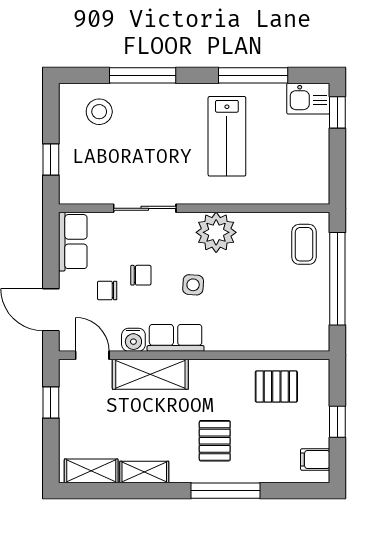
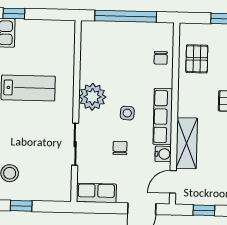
window: (51, 160) -> (21, 206), moved
coffee table: (304, 244) -> (102, 38), removed
chair: (107, 290) -> (161, 58), moved
row of seats: (176, 338) -> (163, 117), width x1.48

